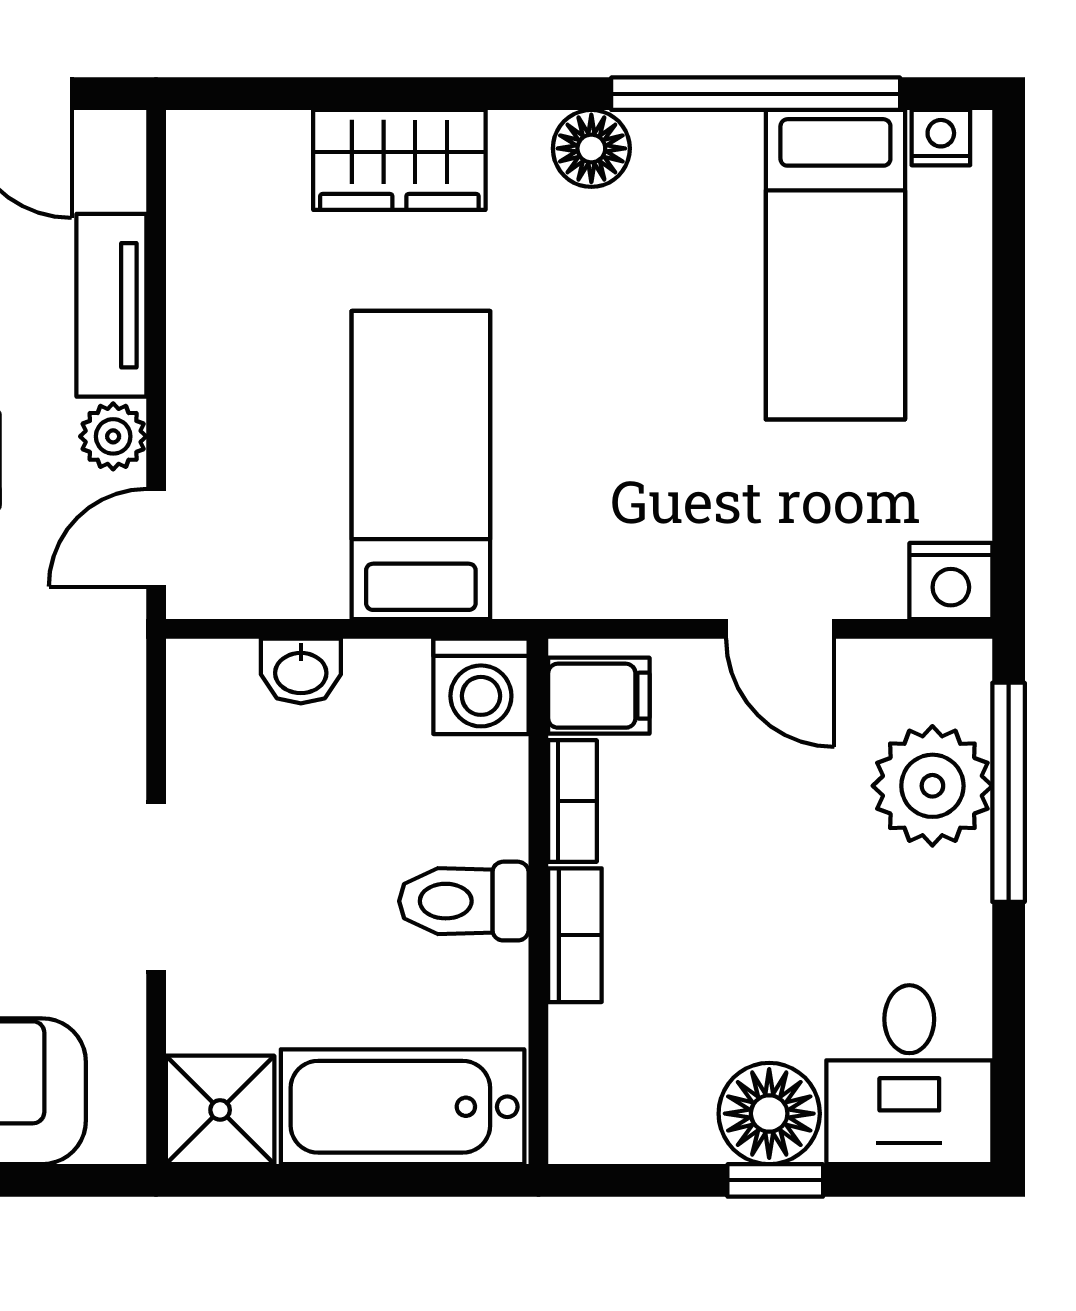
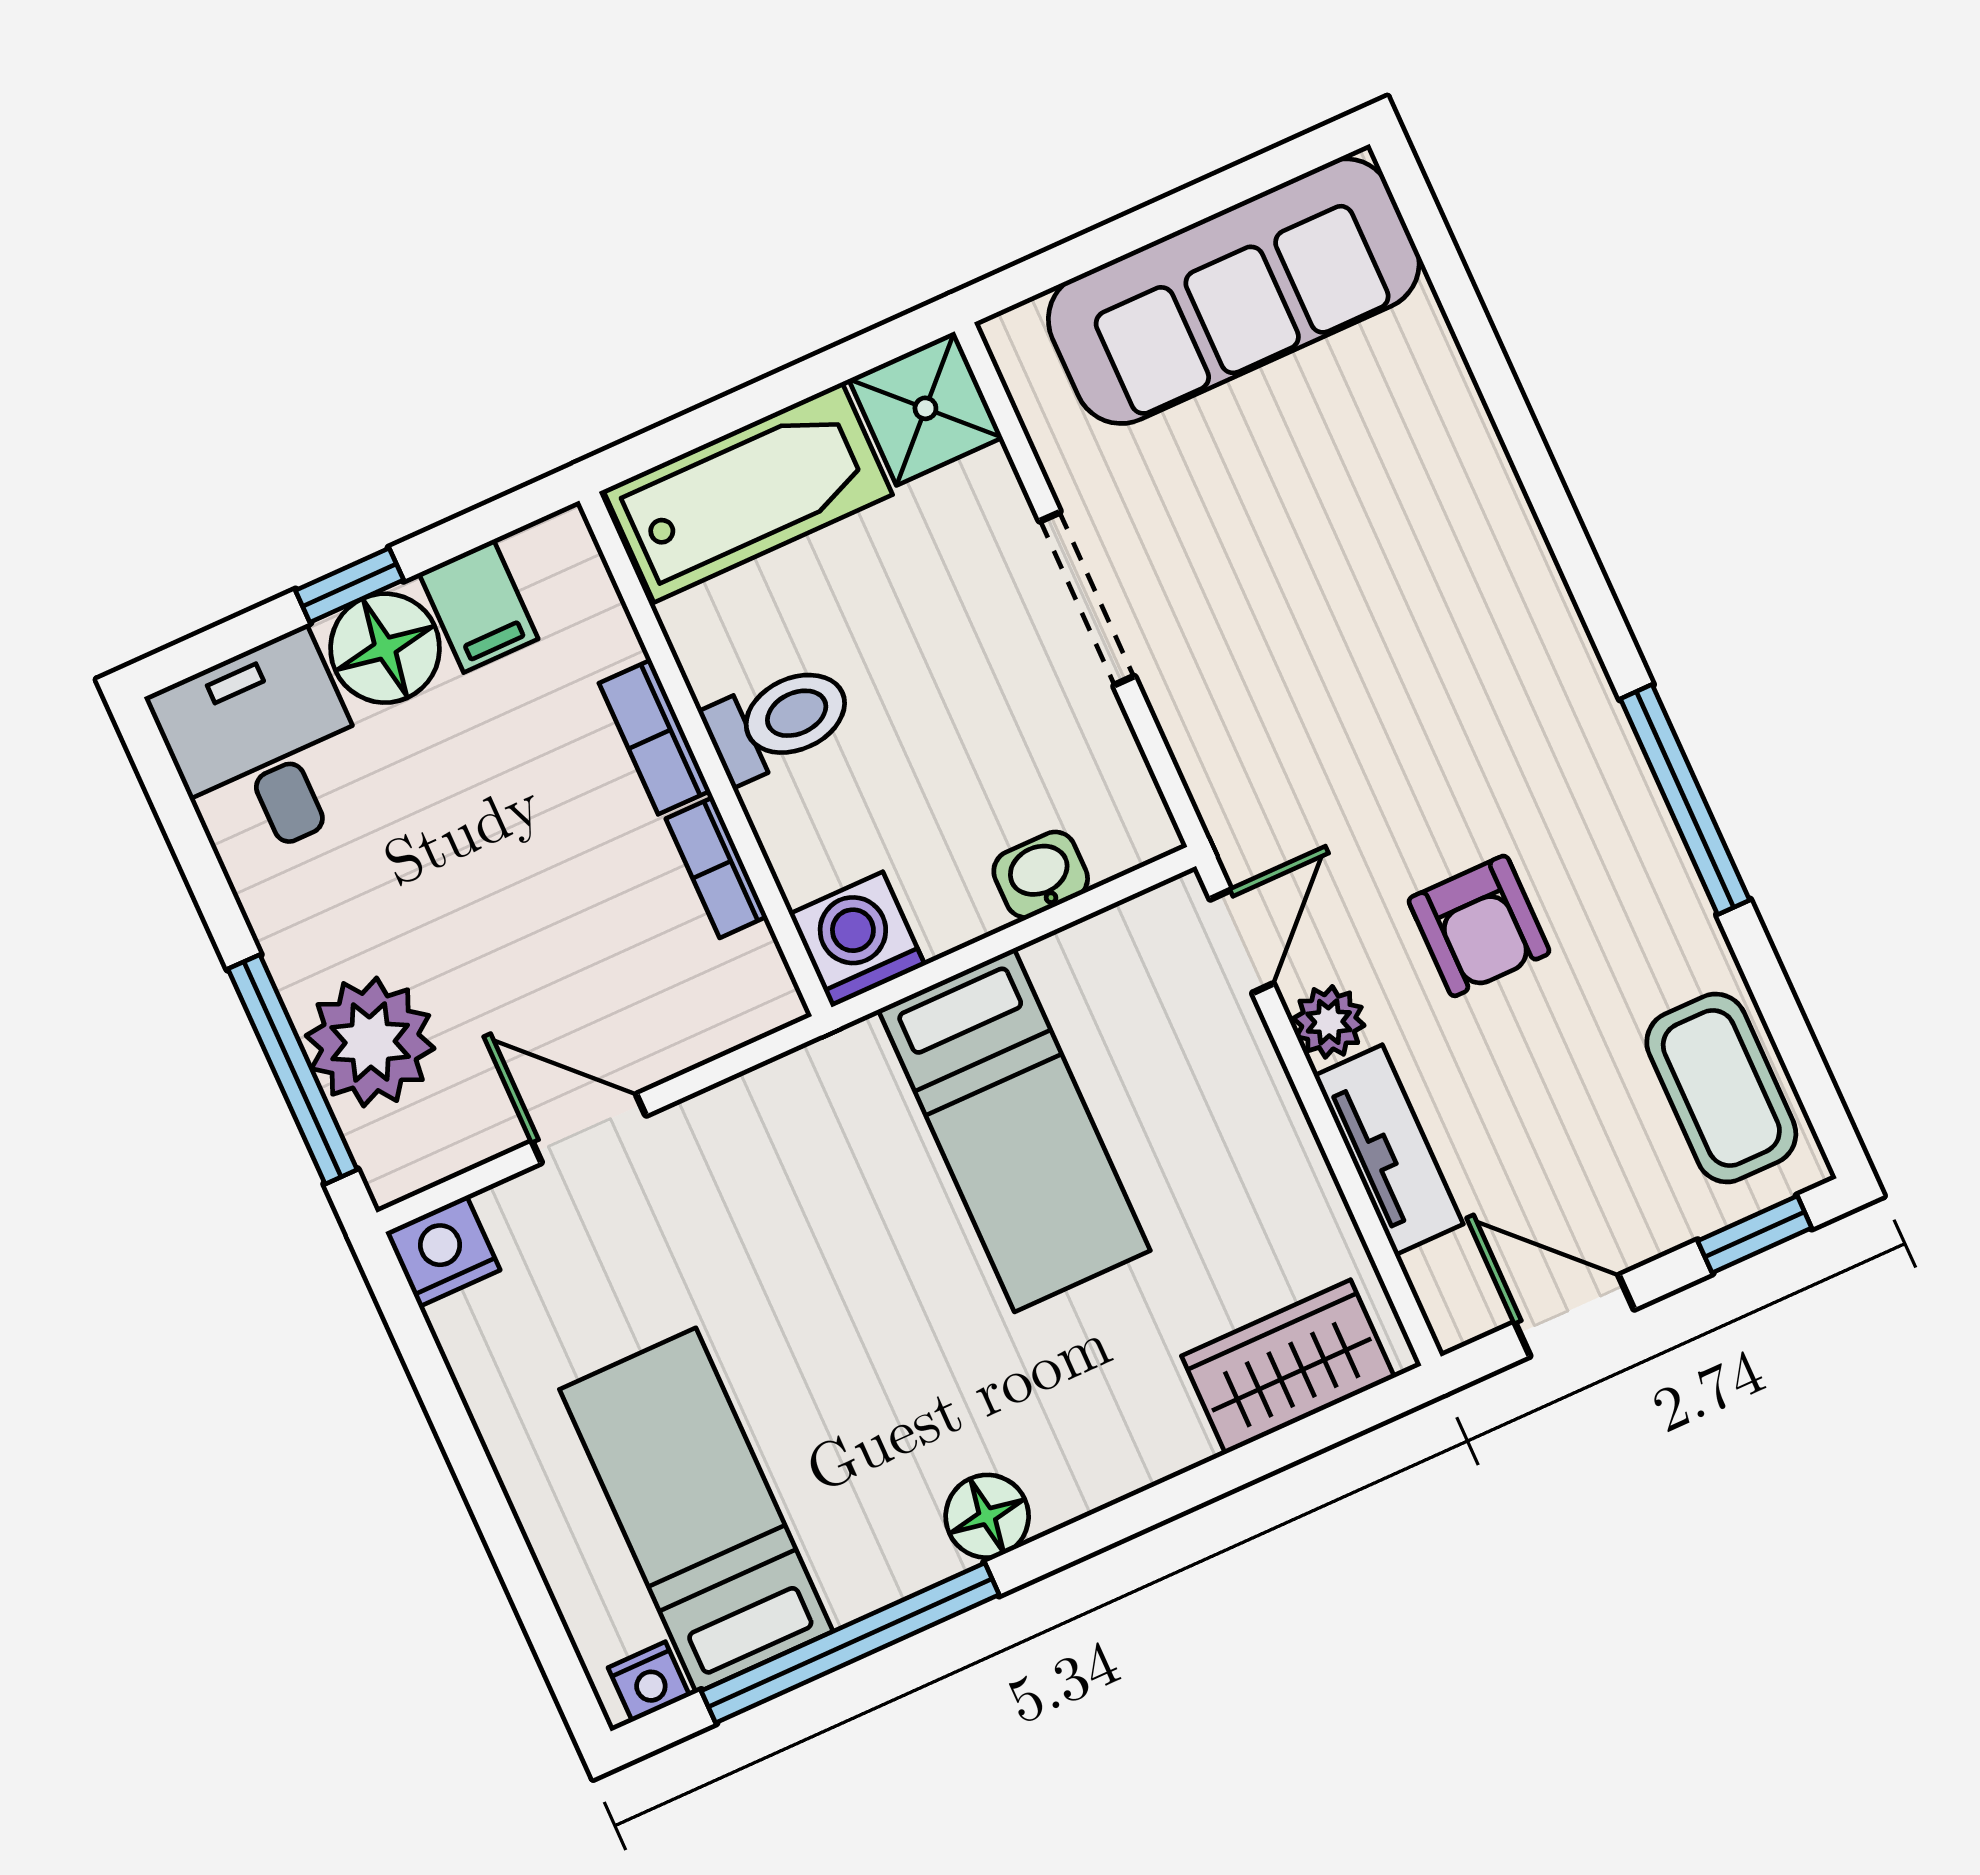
wardrobe: (399, 160) -> (1288, 1367), moved
filing cabinet: (599, 696) -> (478, 606), moved, turned -90

